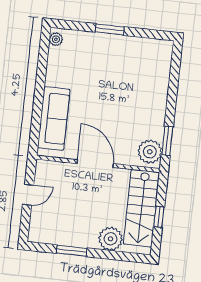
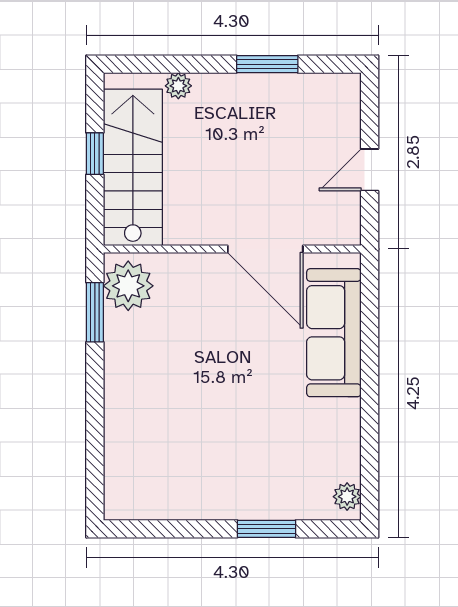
window: (110, 29) -> (267, 529), moved
door: (95, 164) -> (265, 249), moved
plant: (110, 239) -> (178, 86), width x0.53, depth x0.53

